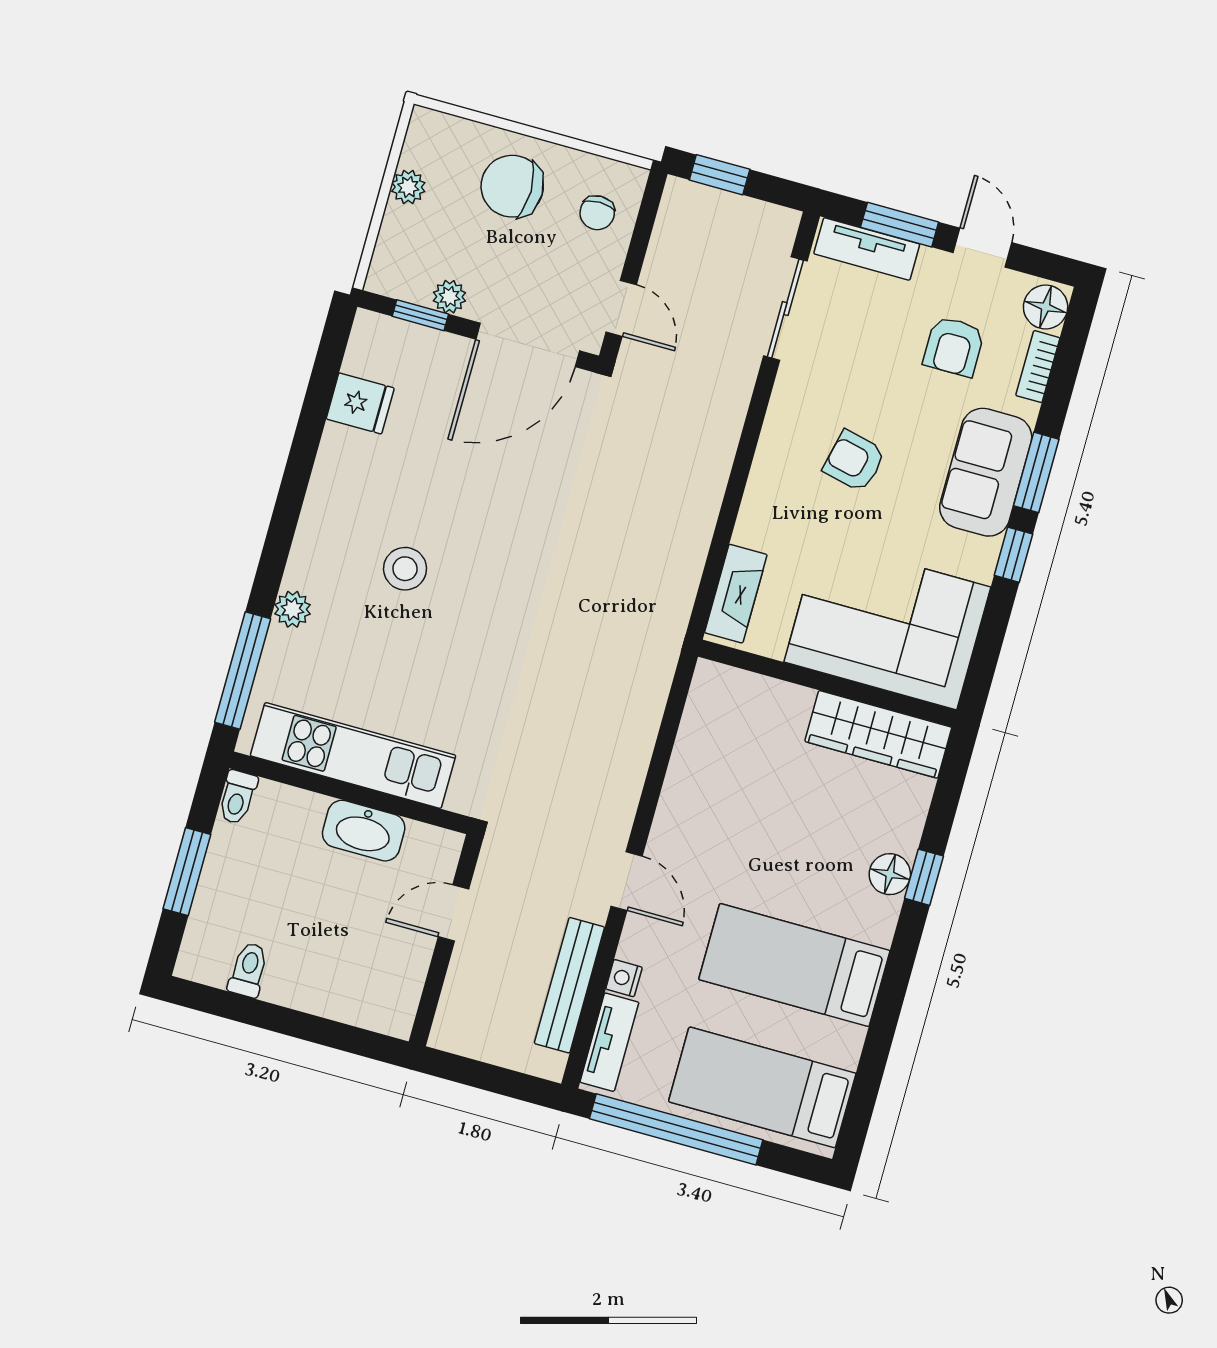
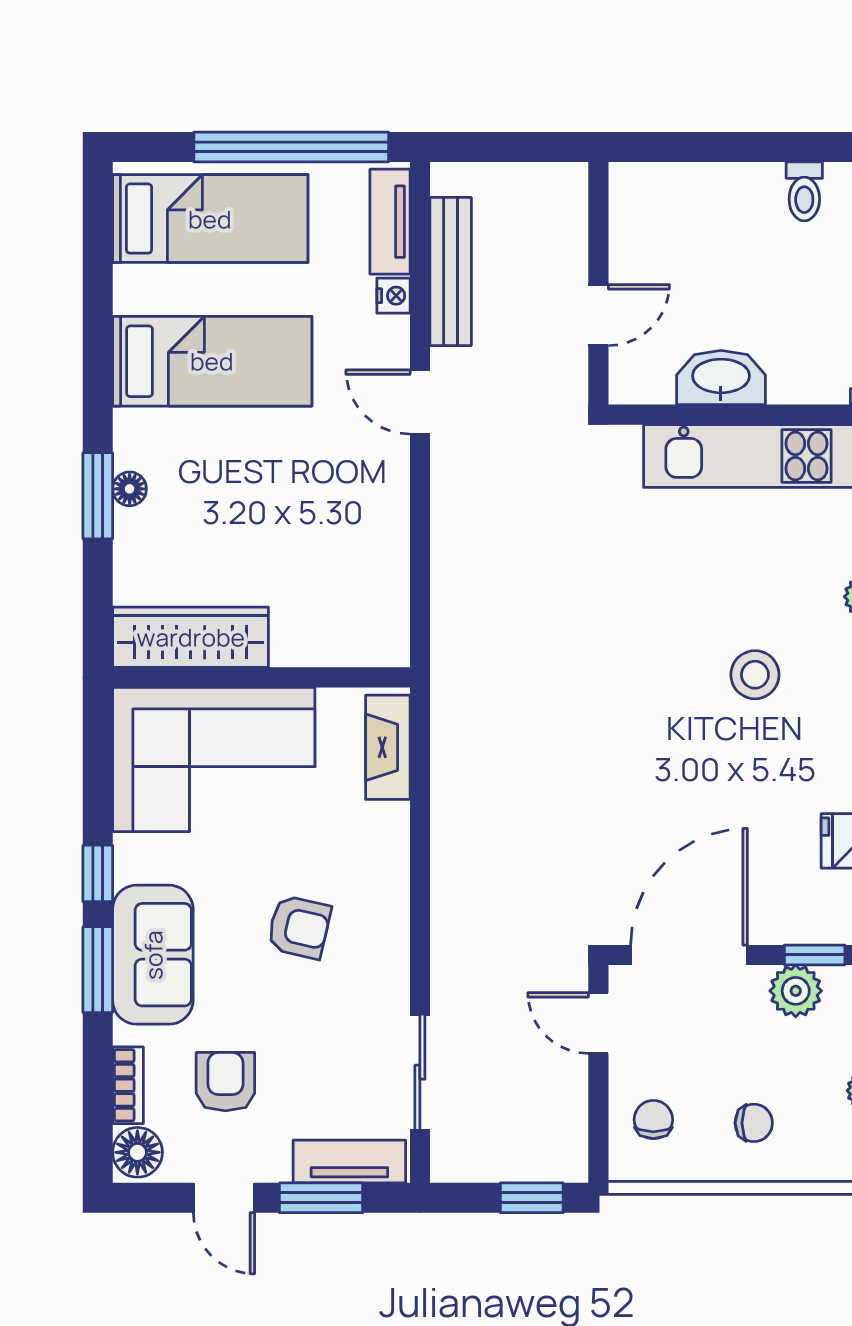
chair: (512, 186) -> (754, 1123), width x0.54, depth x0.54
plant: (449, 297) -> (796, 991), width x1.38, depth x1.38
floor lamp: (890, 874) -> (130, 489), width x0.73, depth x0.73
window: (924, 877) -> (98, 496), width x1.50

